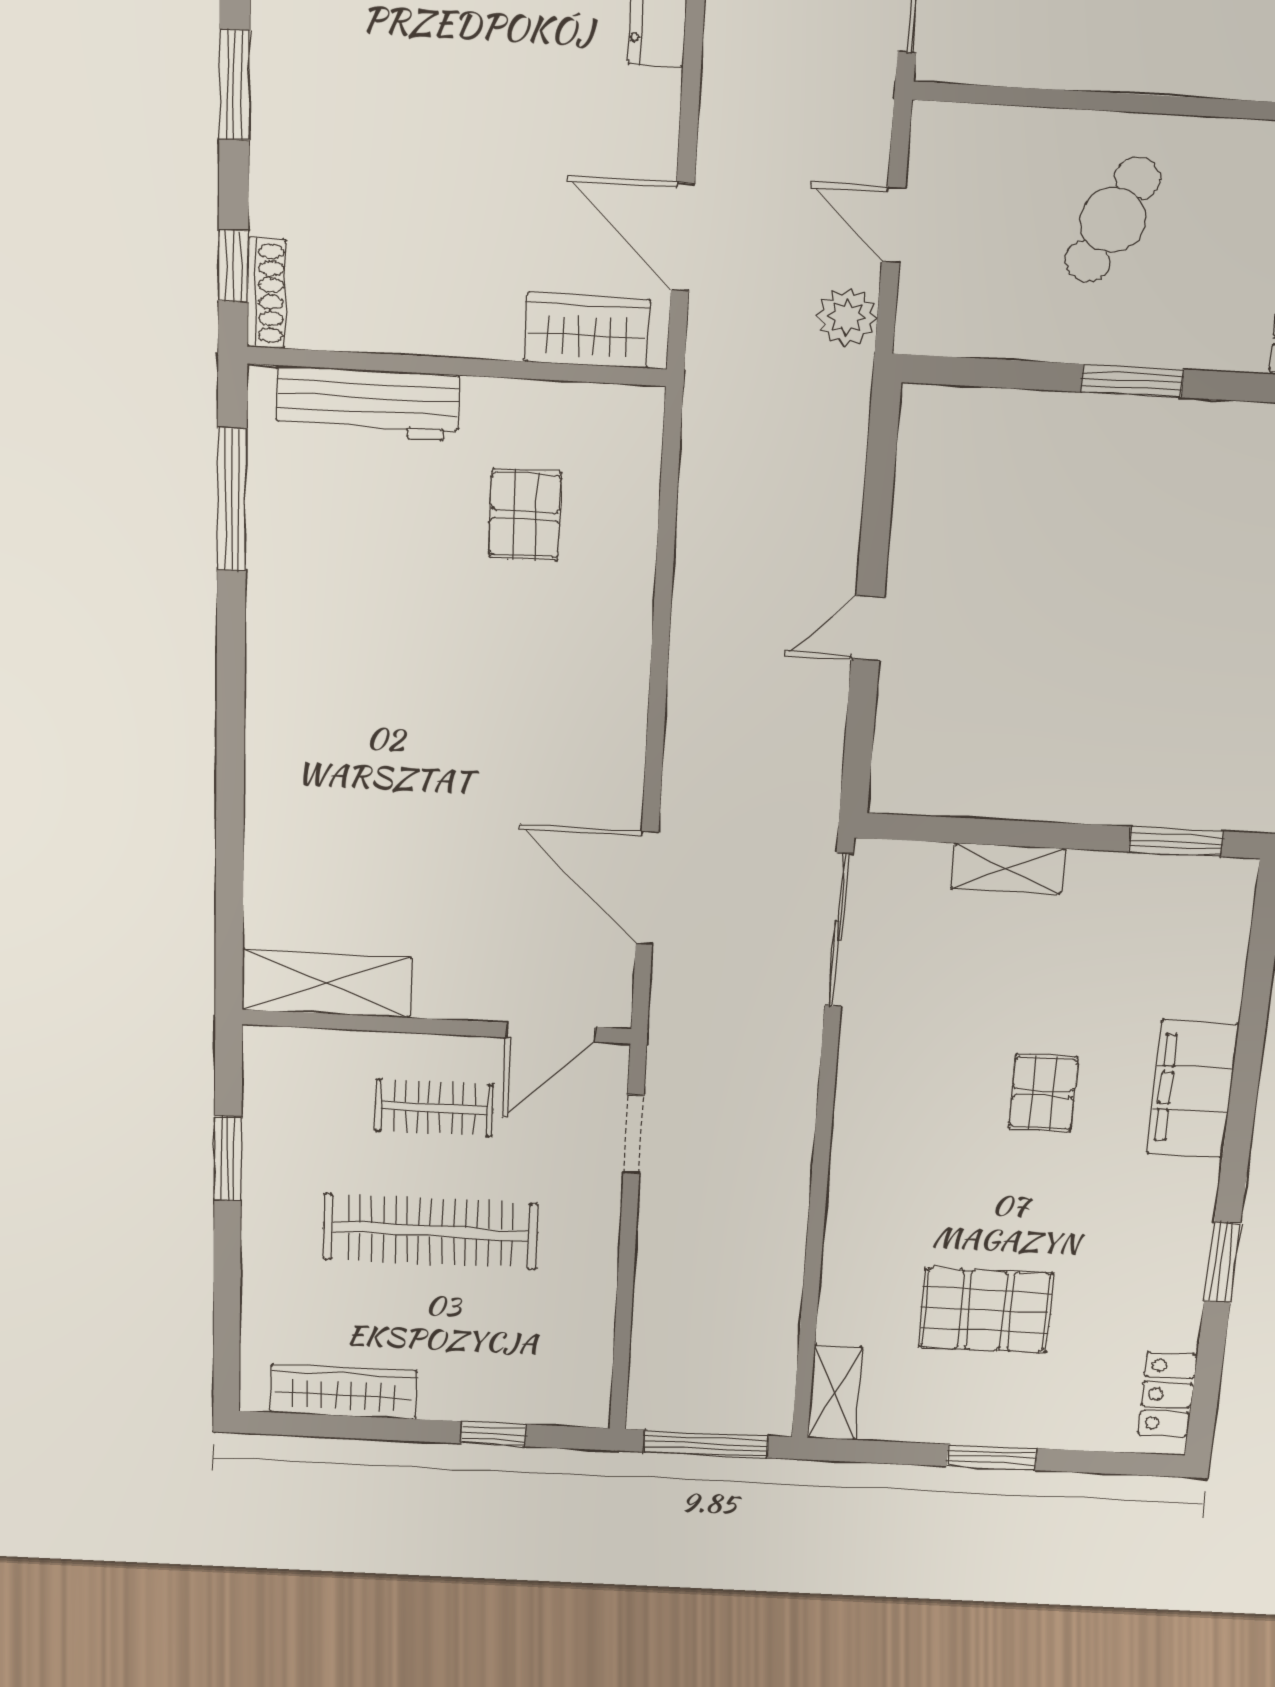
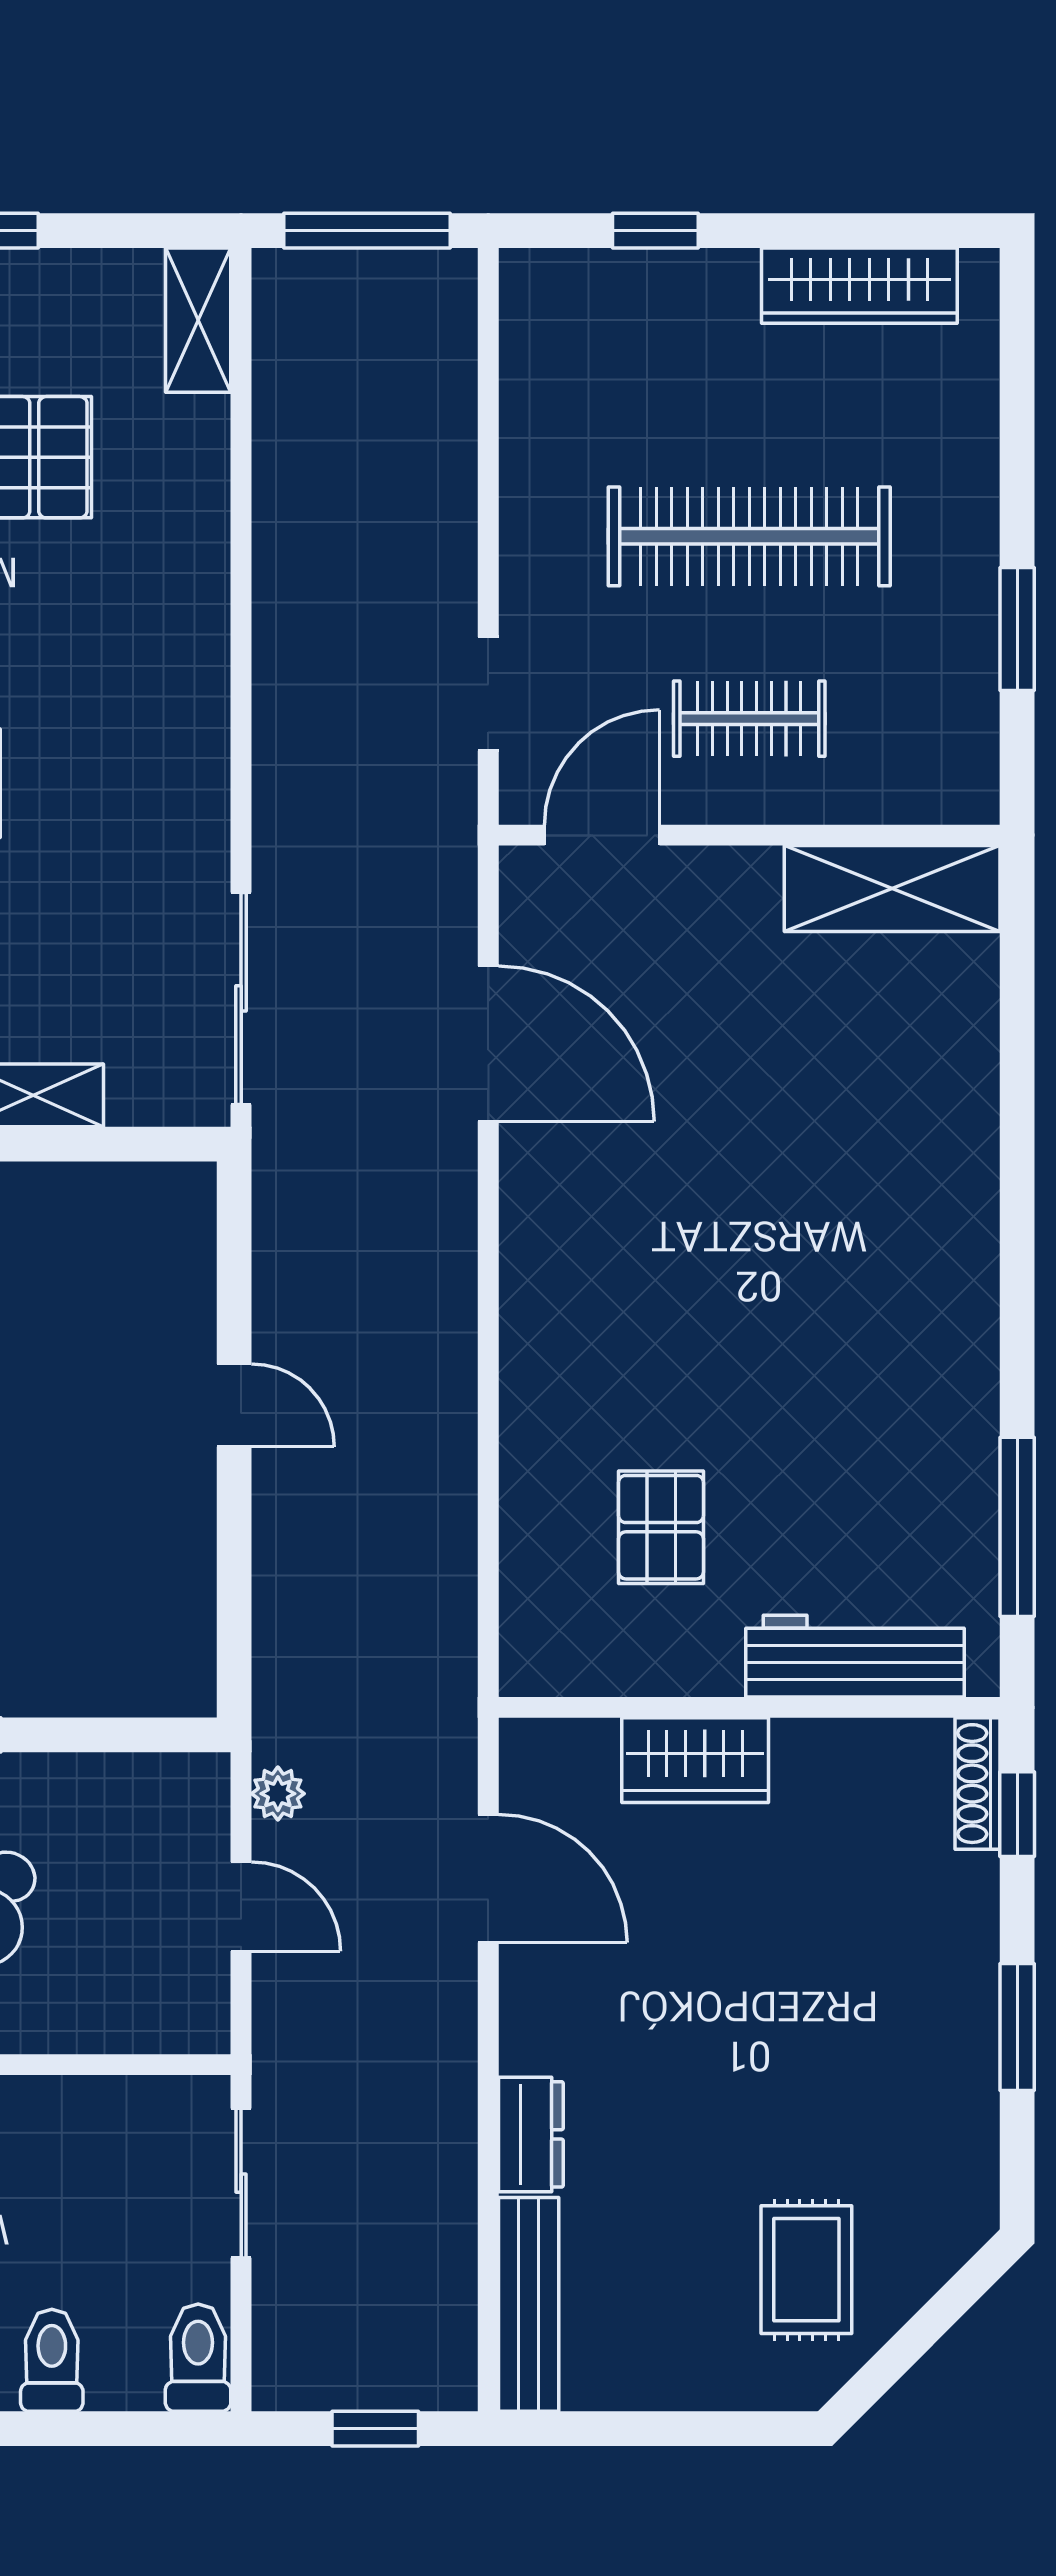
plant: (847, 317) -> (278, 1794), width x0.73, depth x0.73
wardrobe: (587, 330) -> (695, 1760), moved
door: (868, 628) -> (234, 1405), hinge flipped

